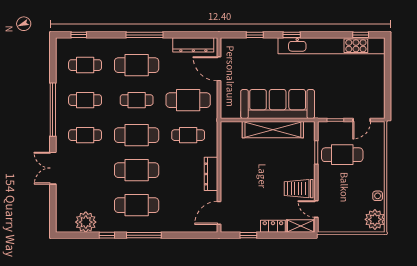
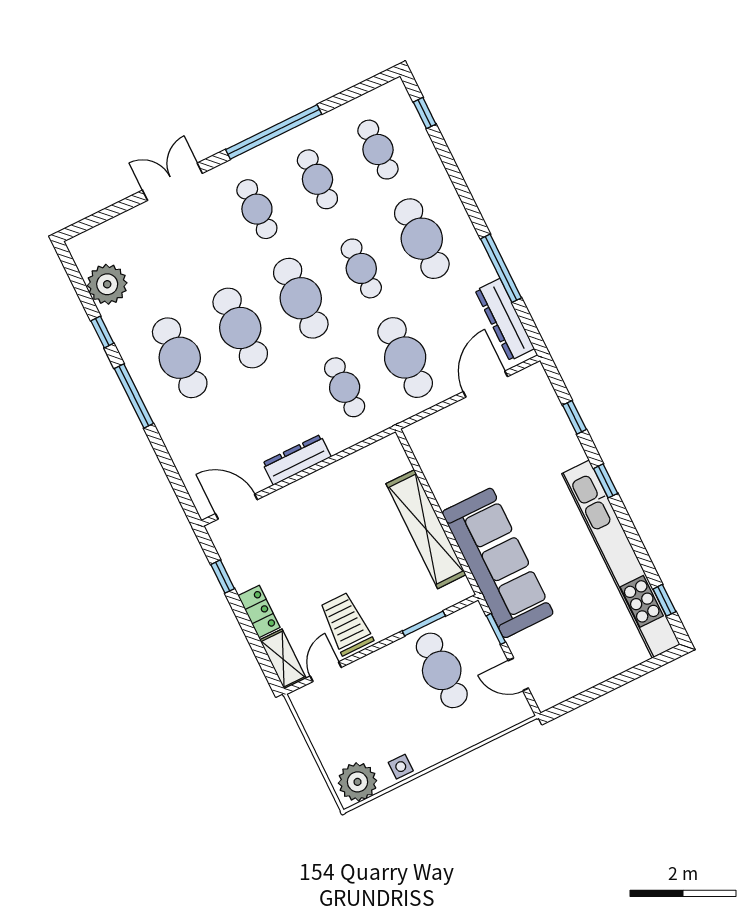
window: (145, 35) -> (501, 268), moved
sofa: (278, 104) -> (498, 563), moved

